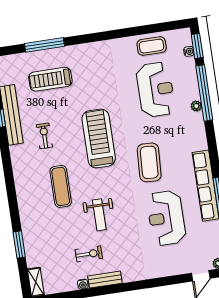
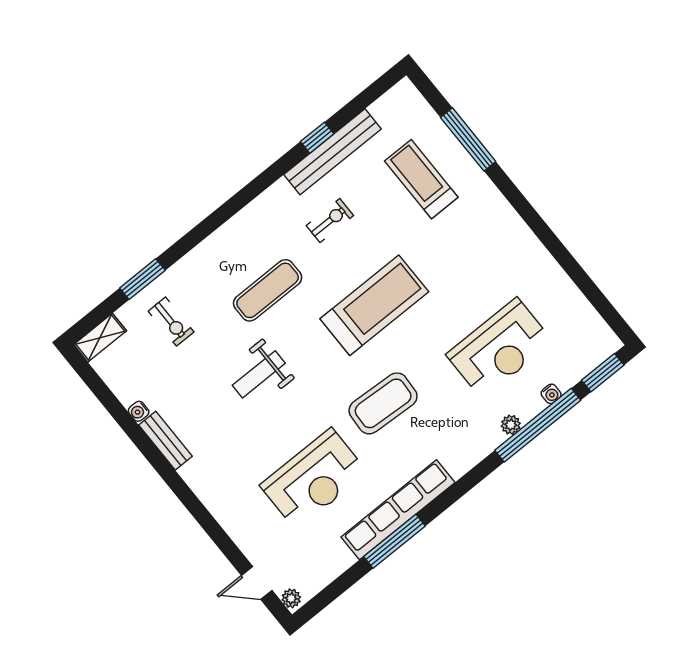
coffee table: (152, 46) -> (562, 303), removed
water cooler: (189, 51) -> (551, 394), moved
reception desk: (166, 218) -> (314, 479), turned 180
exercise bike: (89, 254) -> (171, 322), moved

